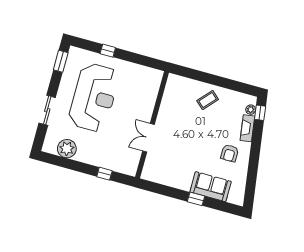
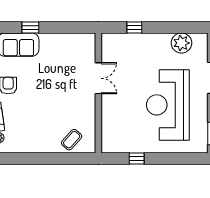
window: (108, 51) -> (137, 158), moved
coffee table: (208, 100) -> (72, 140), moved

